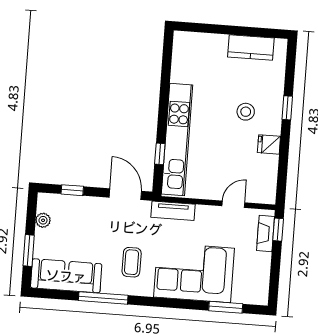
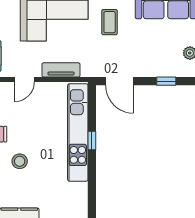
window: (160, 154) -> (92, 140), moved
tv unit: (173, 211) -> (61, 70), moved

